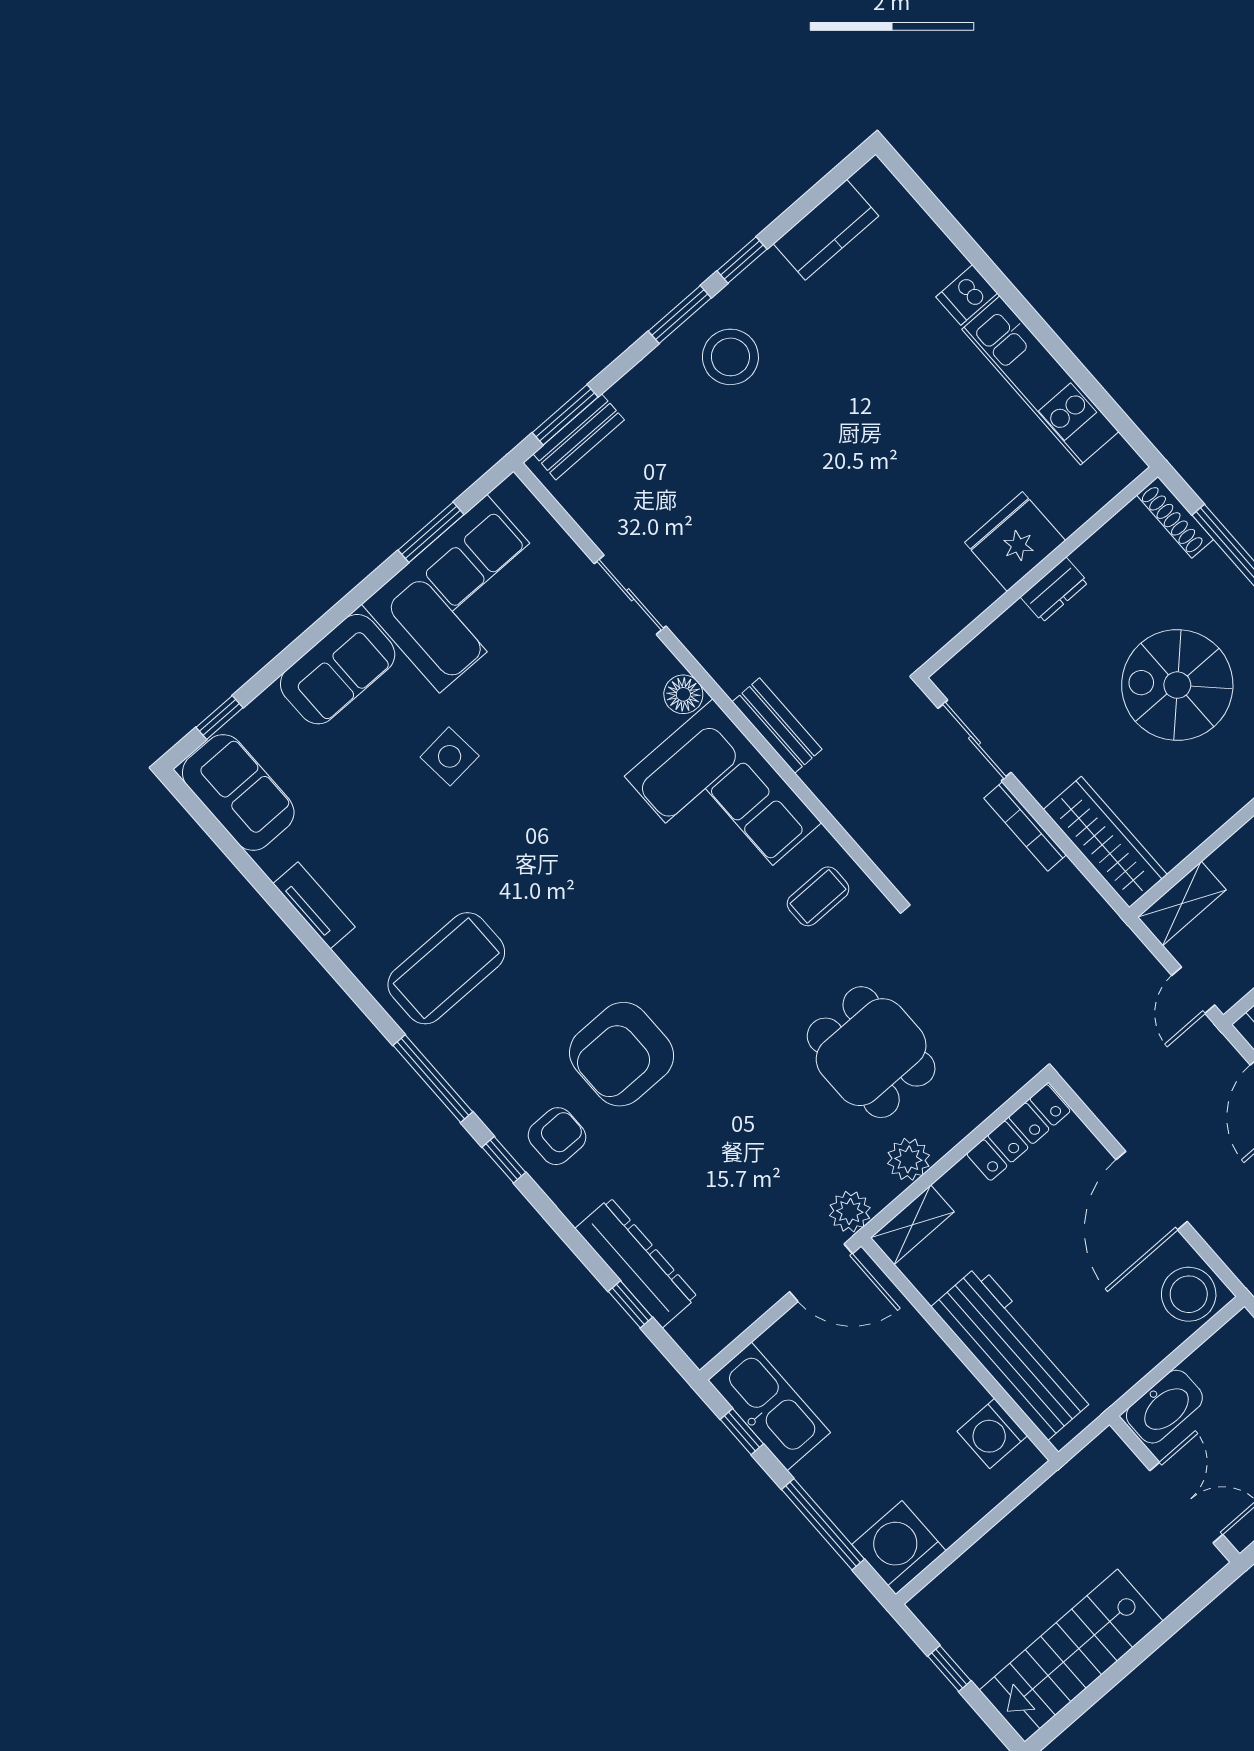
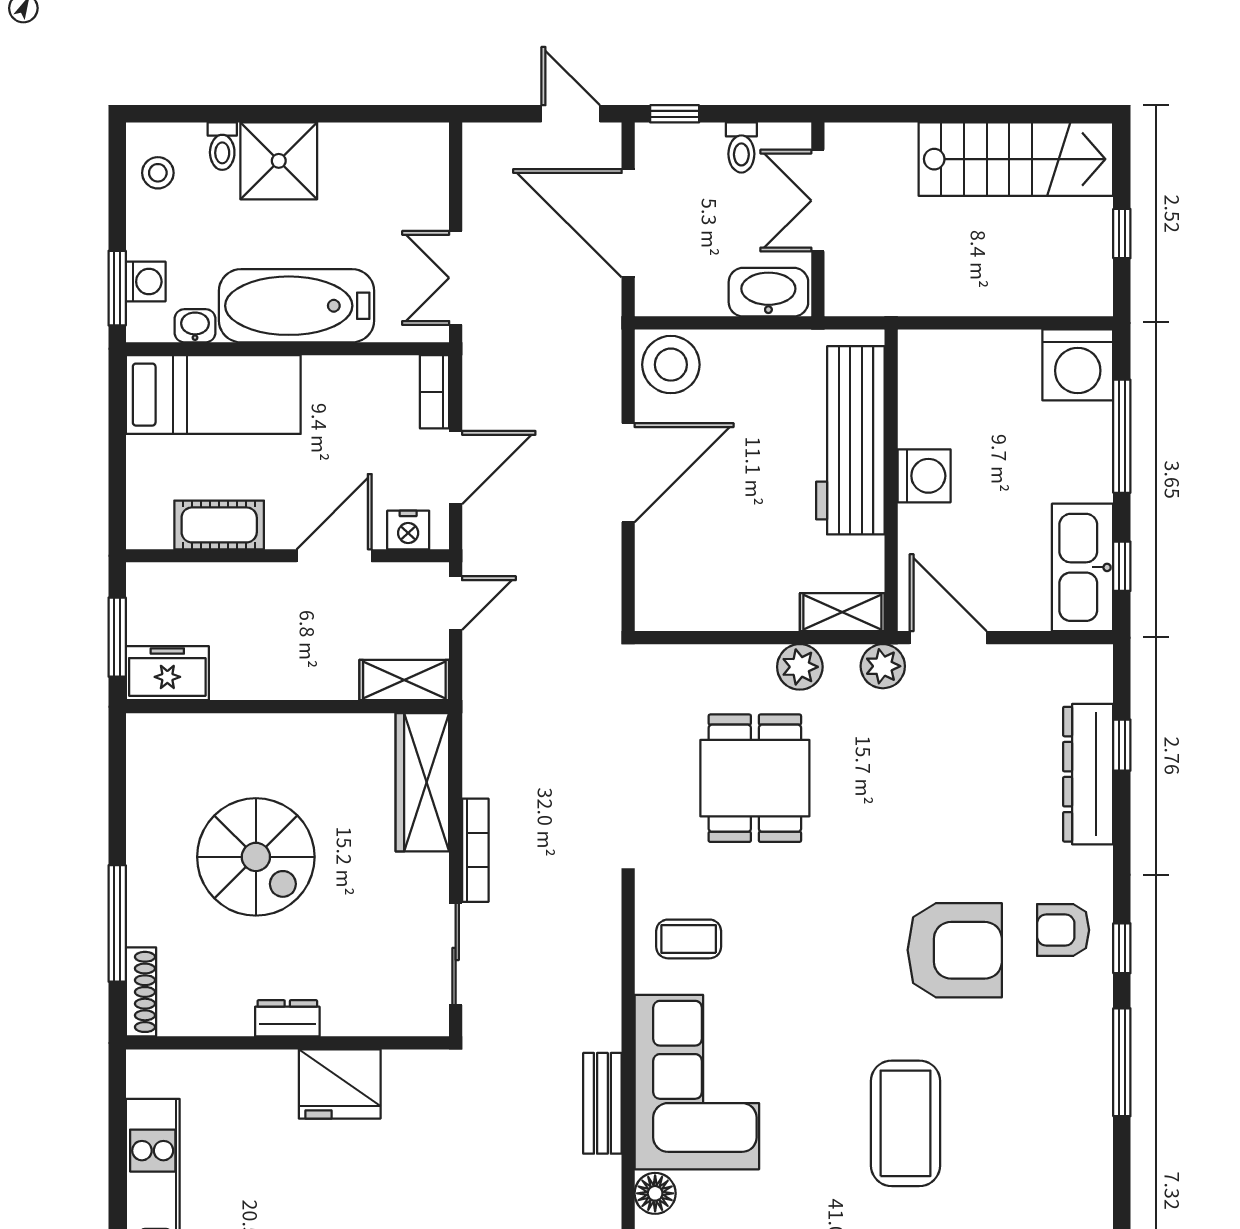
fridge: (1015, 542) -> (340, 1084), moved
coffee table: (446, 968) -> (905, 1123), moved, turned 90
locker: (1018, 1132) -> (694, 612), removed
washing machine: (992, 1434) -> (924, 476), moved

